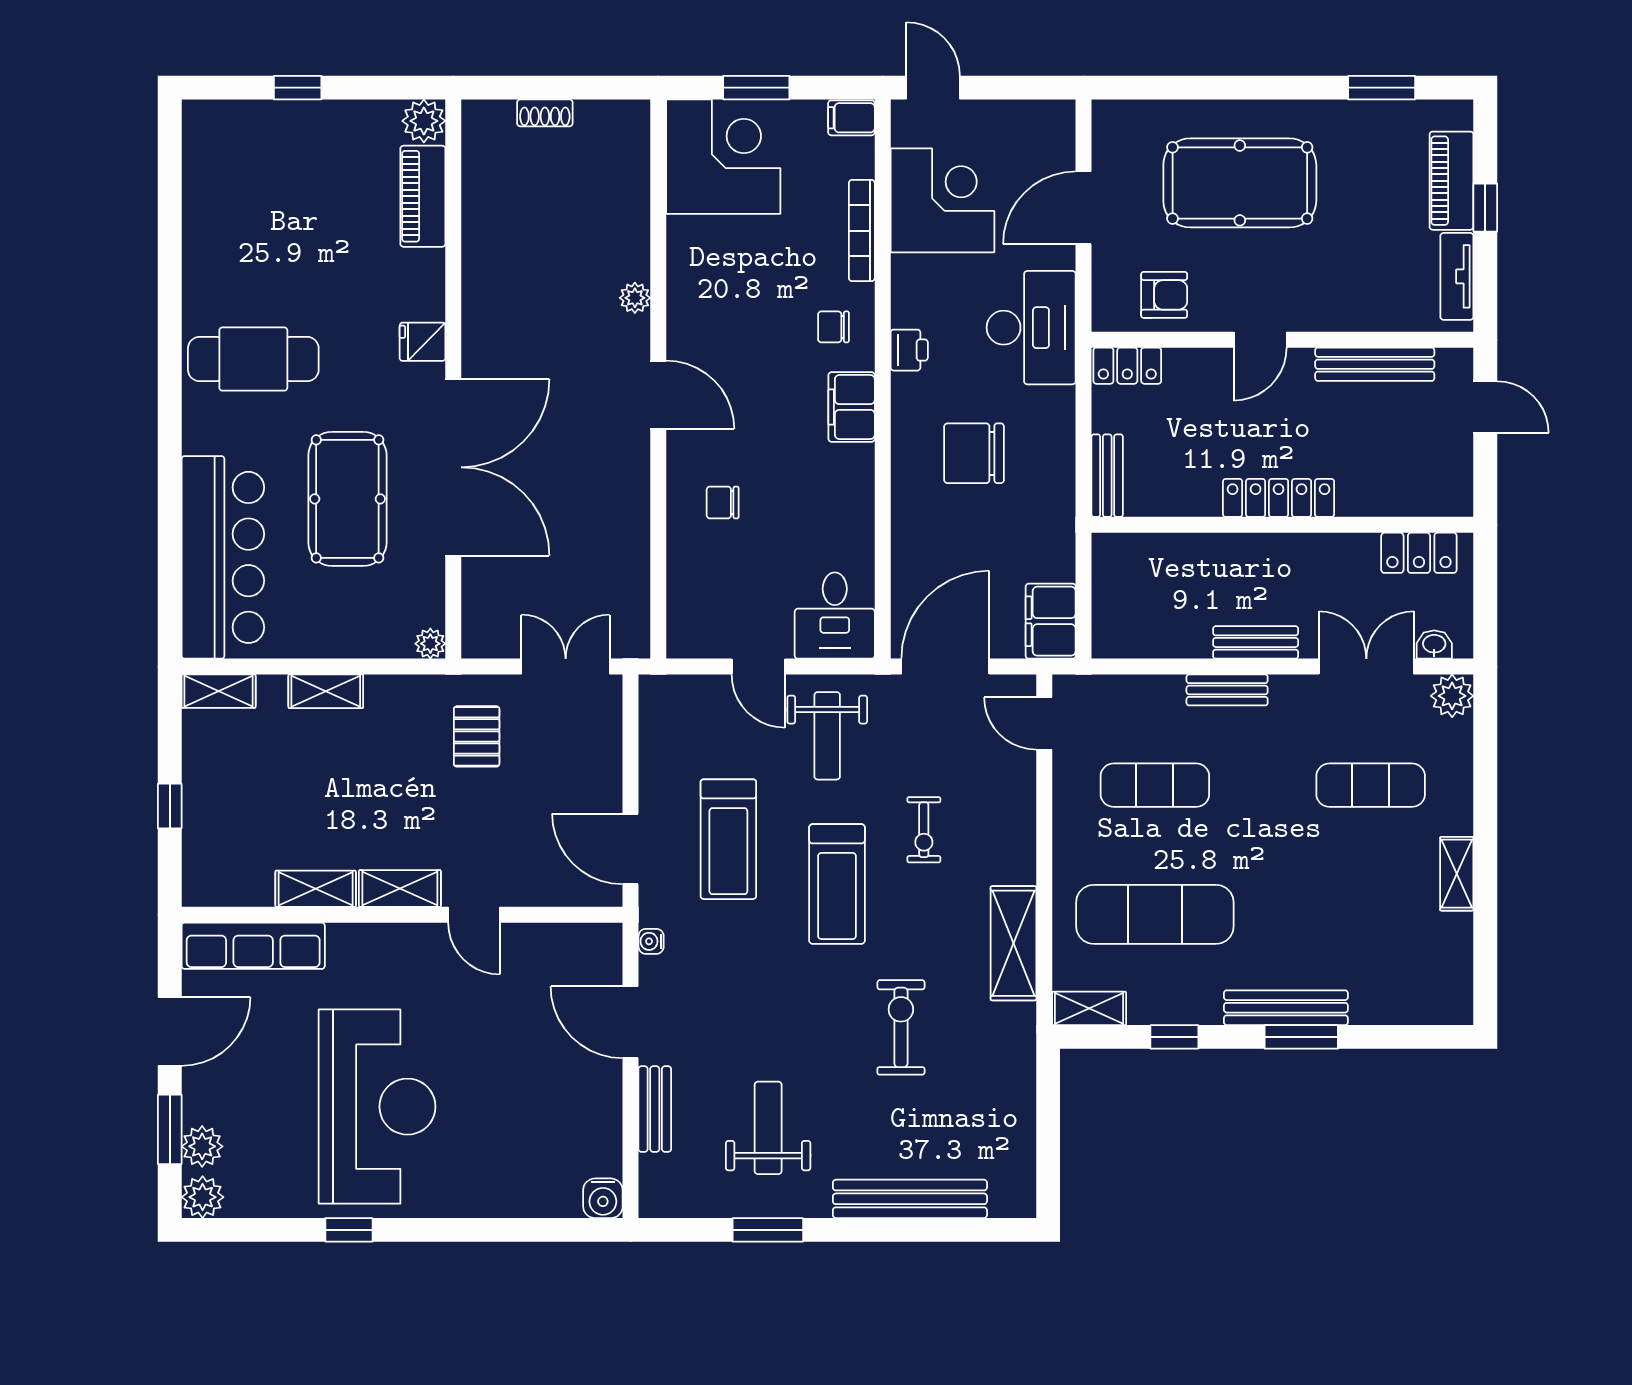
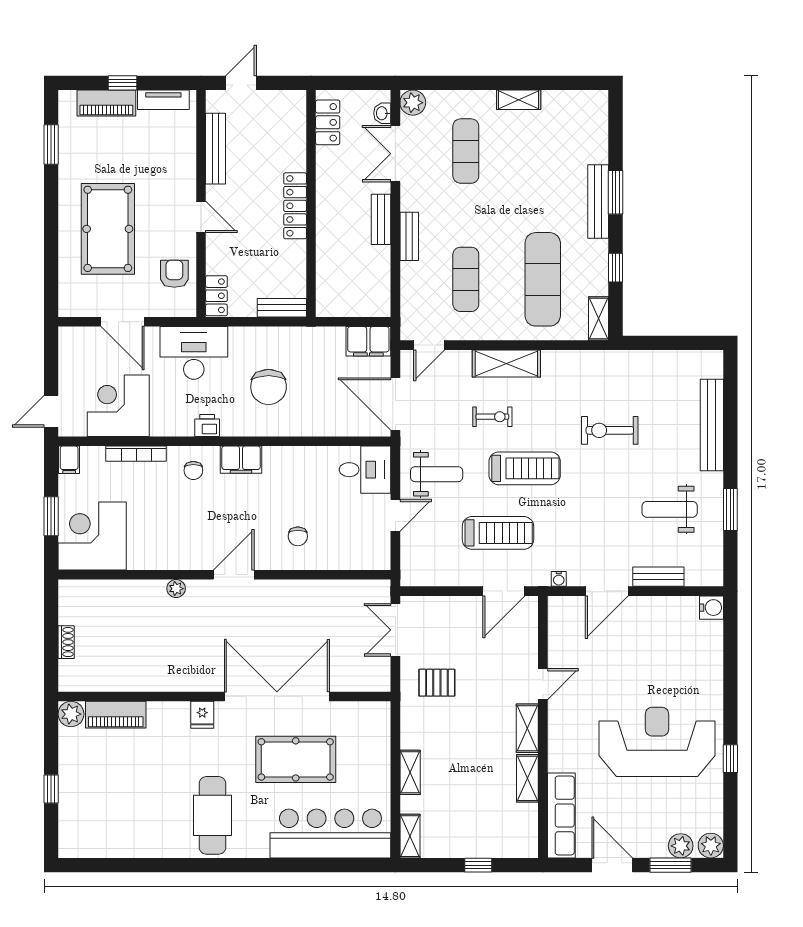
plant: (430, 644) -> (382, 710), removed
shelving: (1013, 943) -> (506, 363), moved

